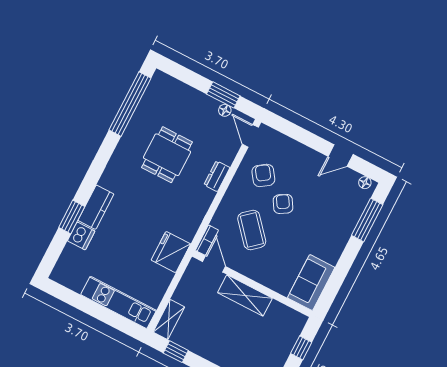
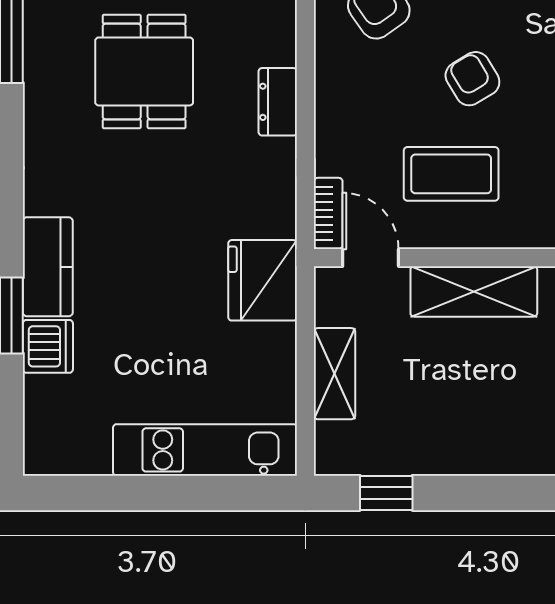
dresser: (217, 176) -> (278, 102), moved
armchair: (283, 204) -> (472, 79), moved
coffee table: (252, 230) -> (451, 174), moved, turned -49
shelving: (169, 319) -> (334, 374), moved

